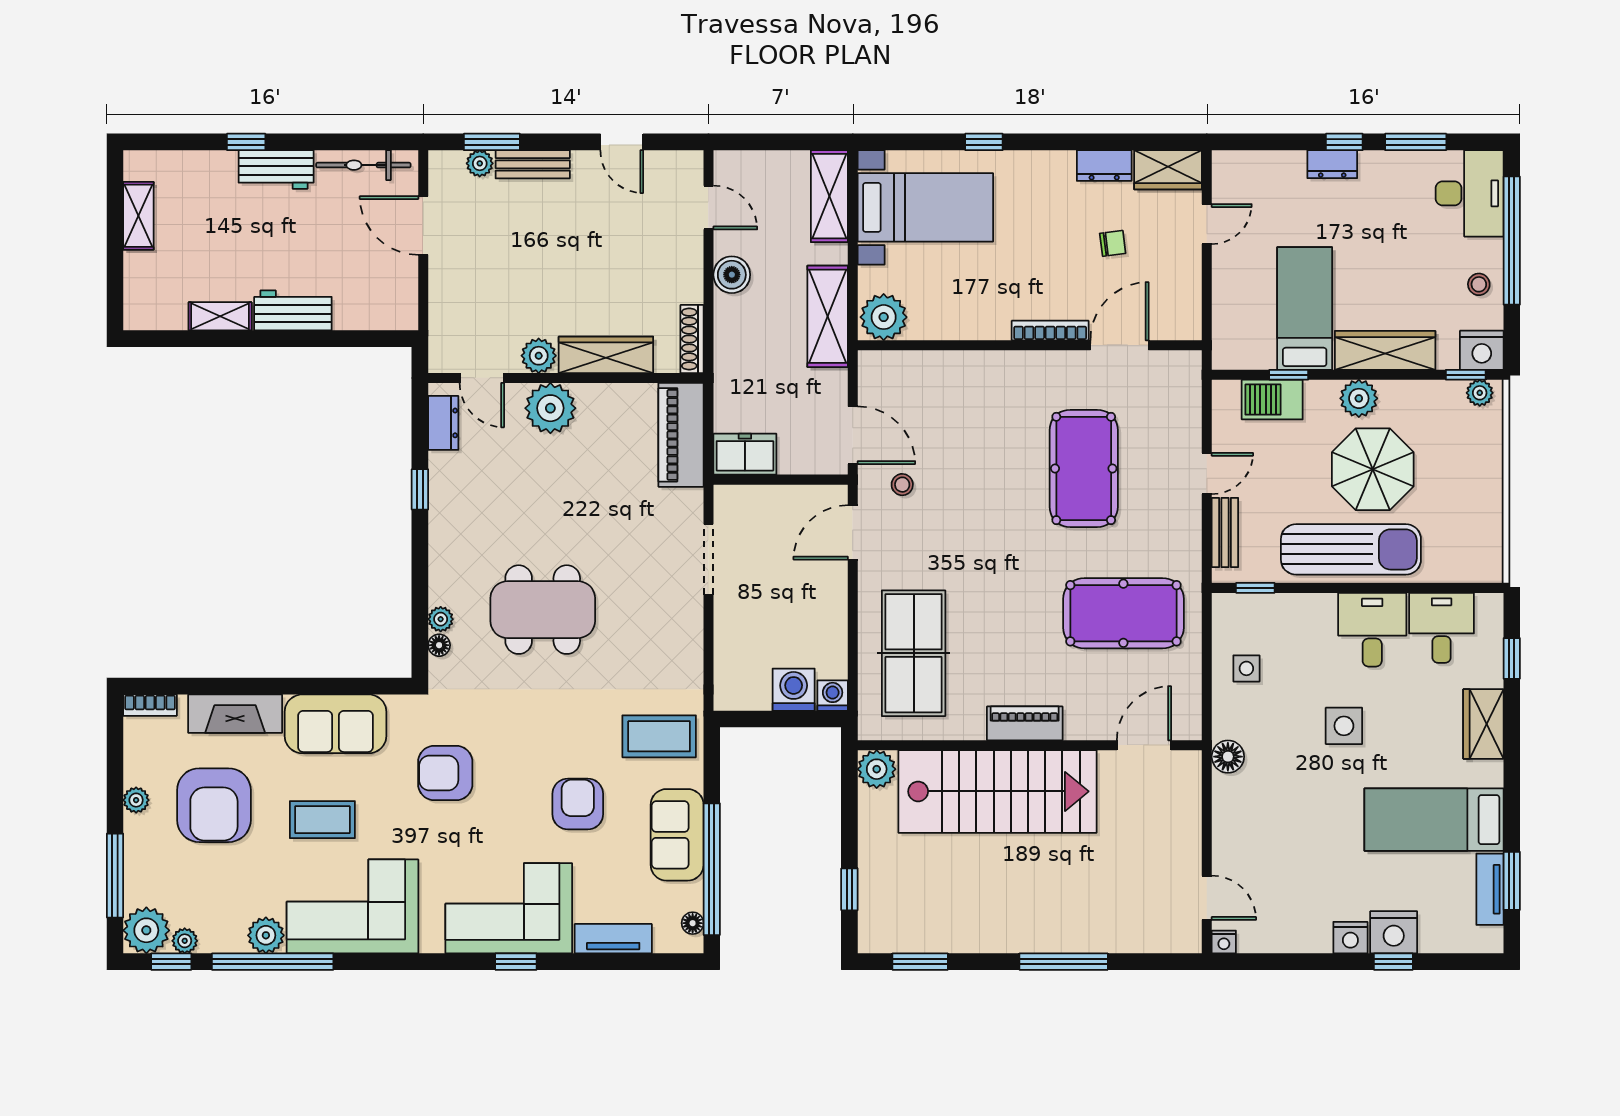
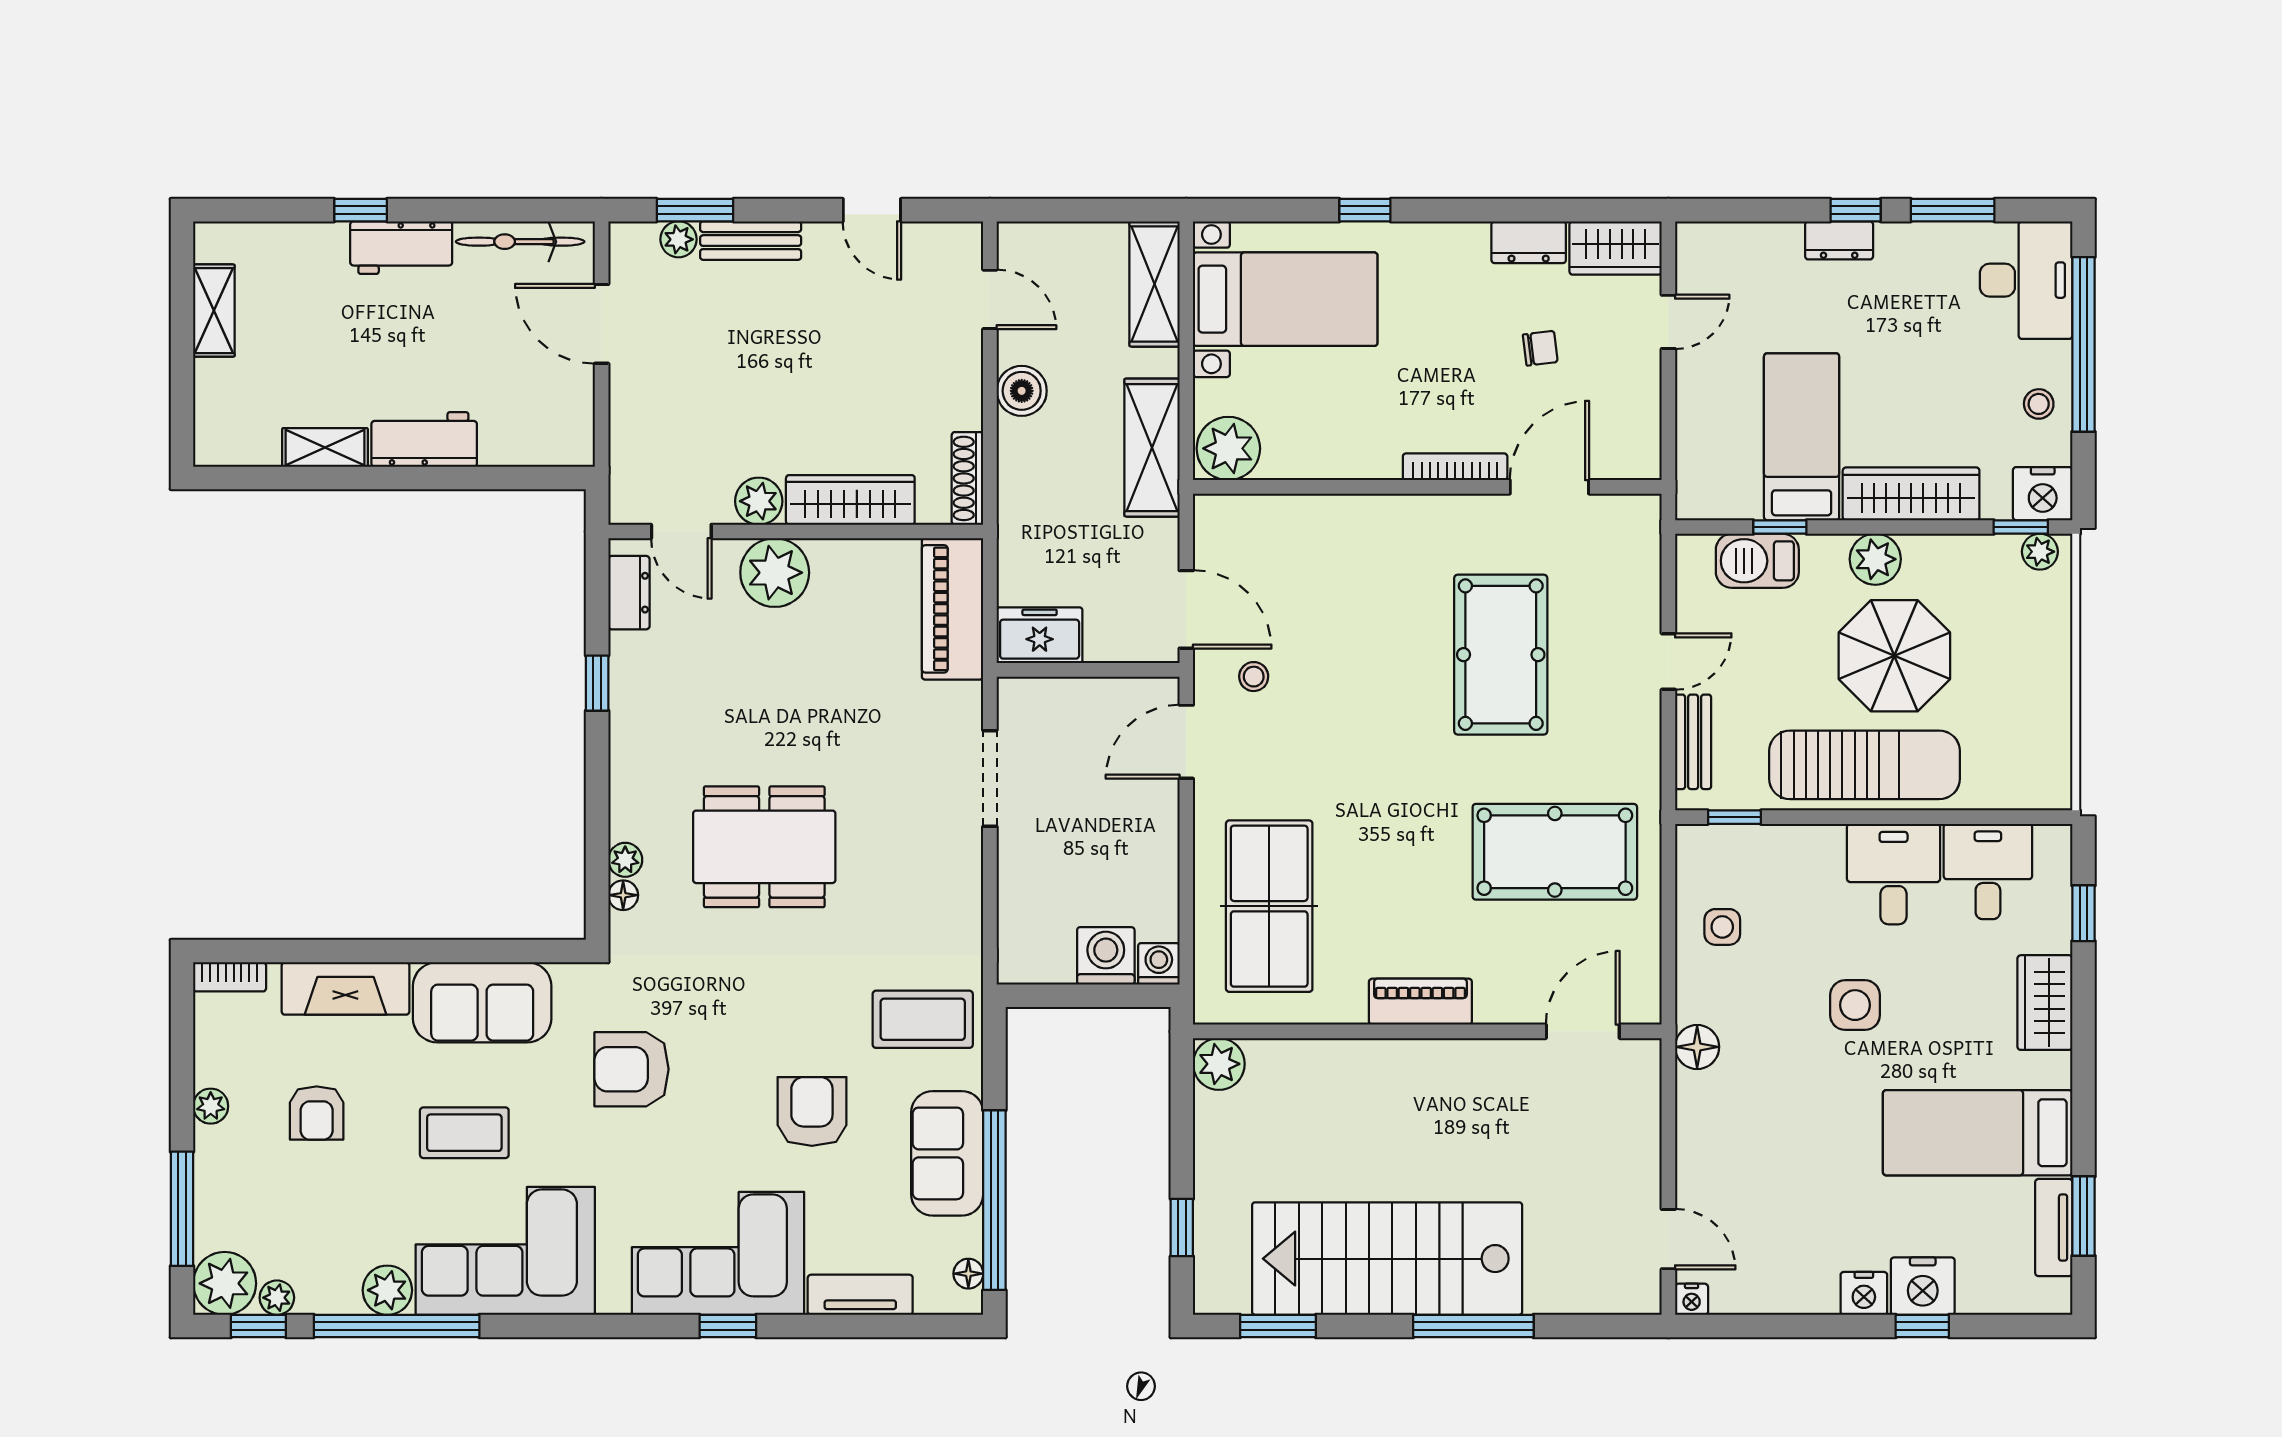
stairs: (997, 791) -> (1387, 1259), moved, turned 180
armchair: (214, 805) -> (317, 1113), width x0.53, depth x0.53

